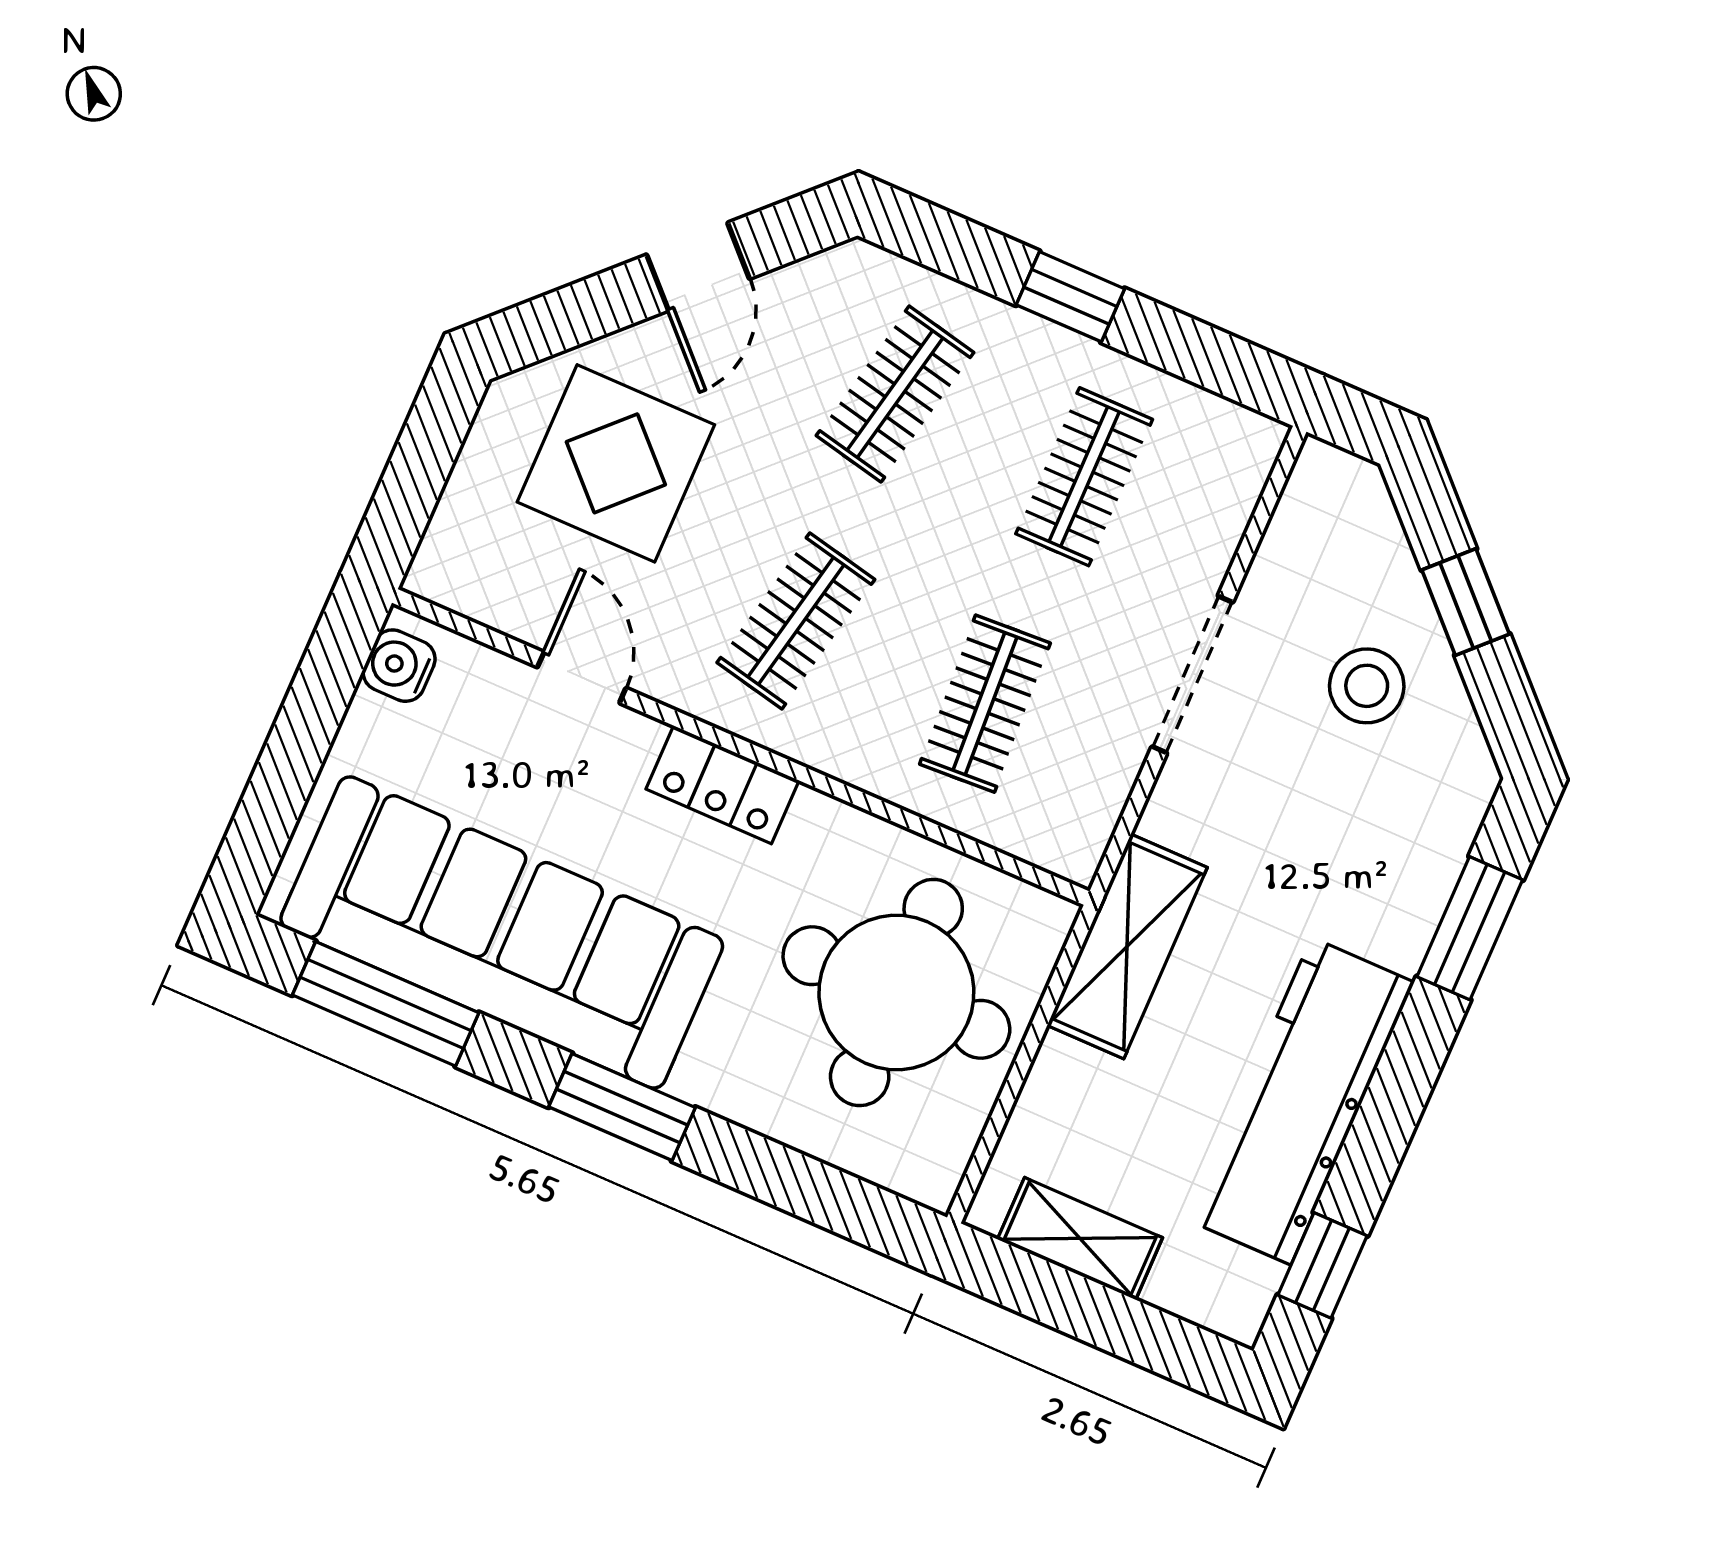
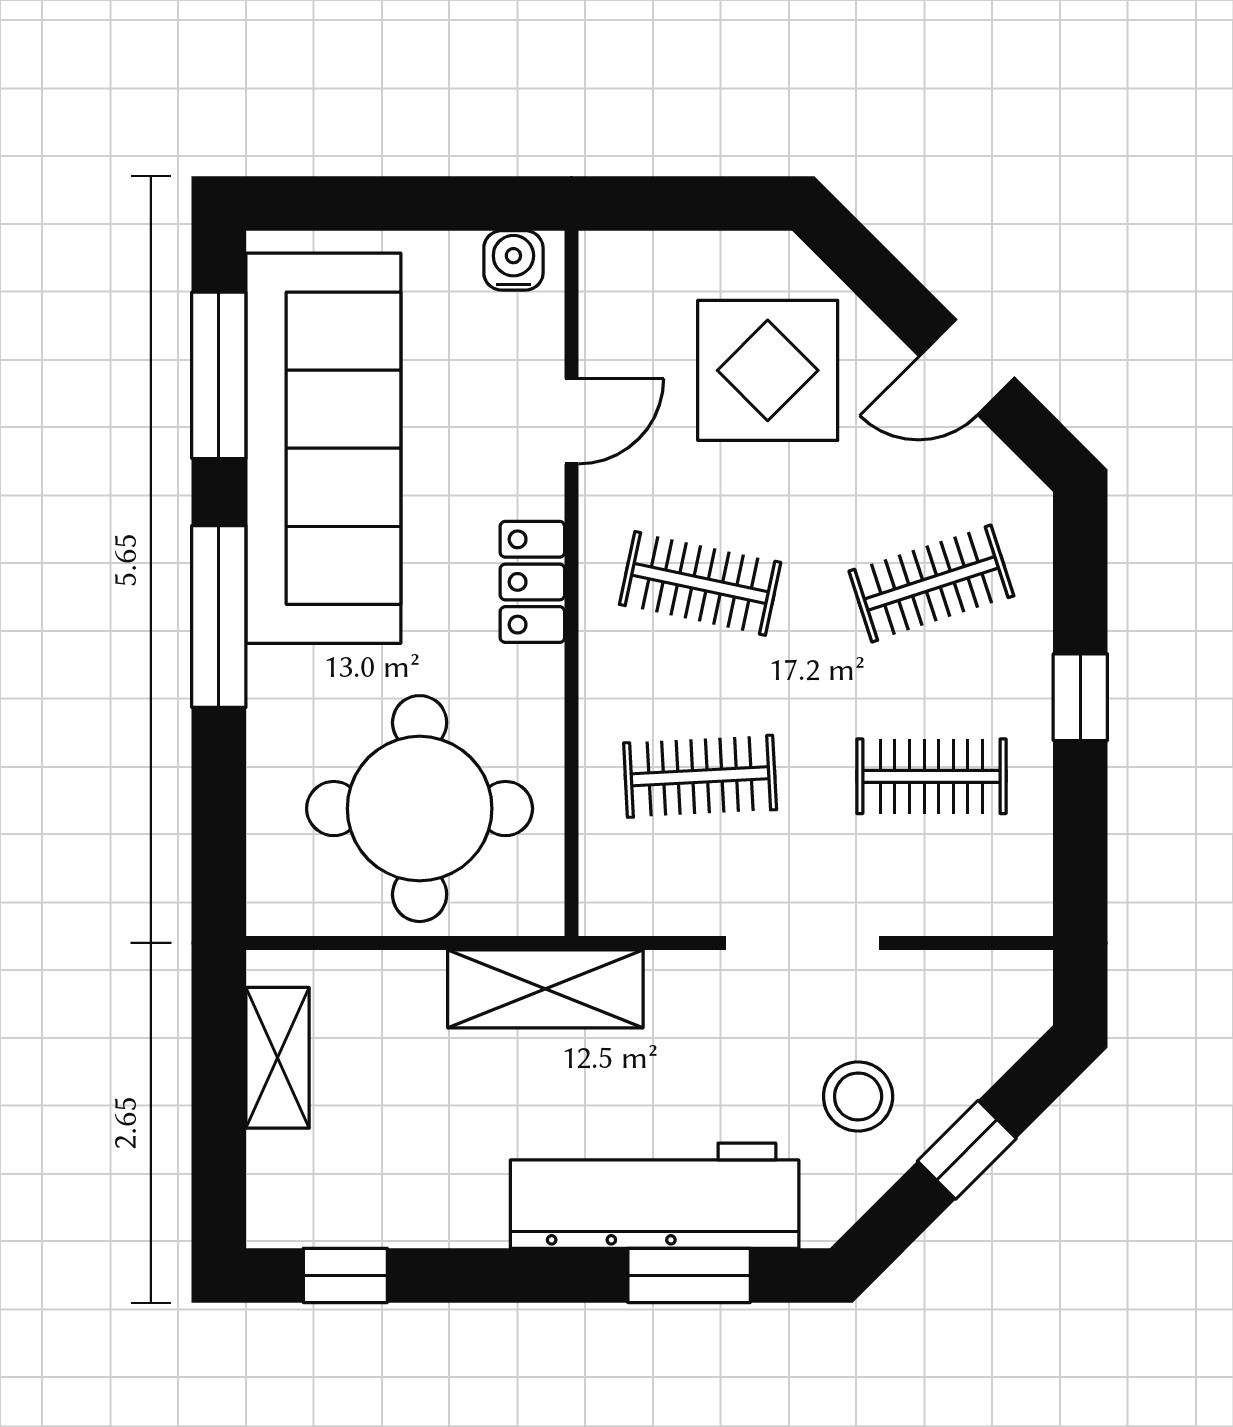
clothes rail: (895, 394) -> (931, 583), turned -30
workbench: (1301, 1101) -> (655, 1196), moved
window: (622, 1107) -> (219, 616), width x1.44

